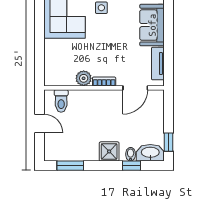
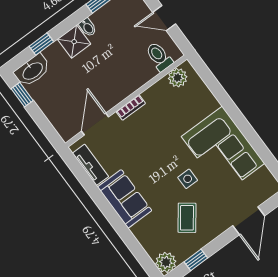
plant: (84, 78) -> (178, 78), moved
bidet: (131, 154) -> (88, 27), moved

